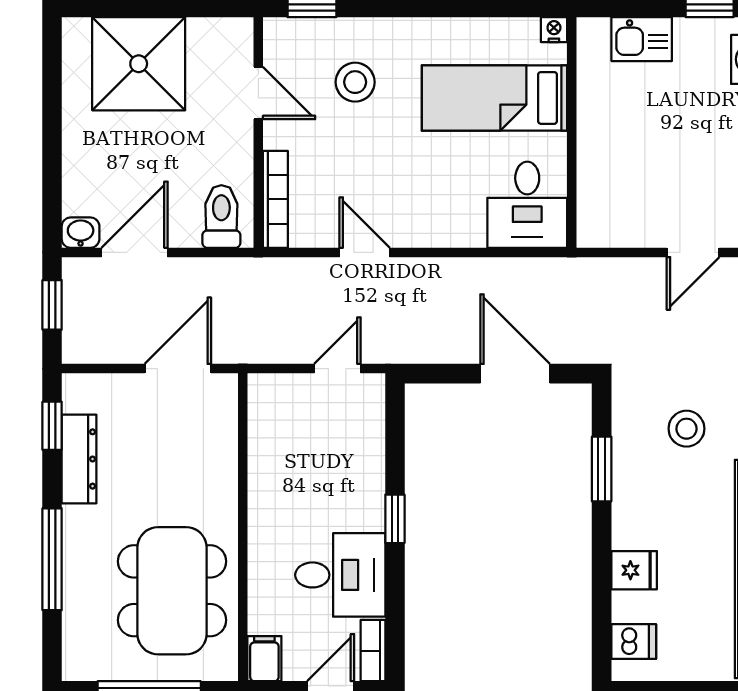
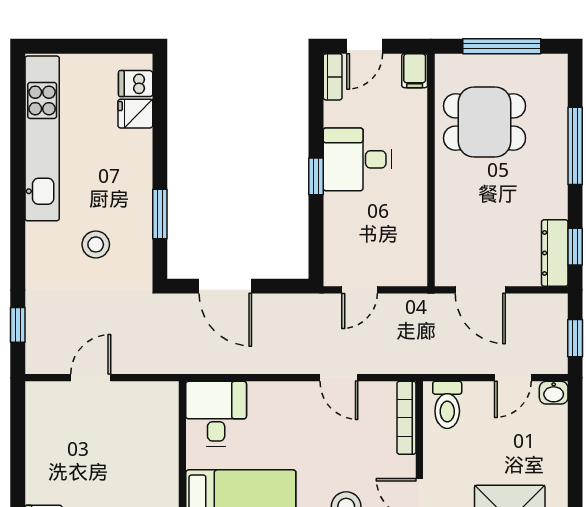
door: (135, 252) -> (513, 378), width x0.73
door: (178, 369) -> (480, 290), hinge flipped
dresser: (79, 459) -> (555, 253), moved
fridge: (634, 570) -> (135, 114), moved
desk: (340, 575) -> (357, 159), moved
dining table: (172, 591) -> (485, 122), width x0.73

